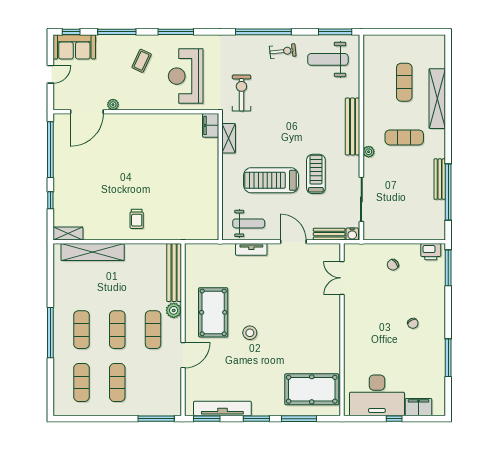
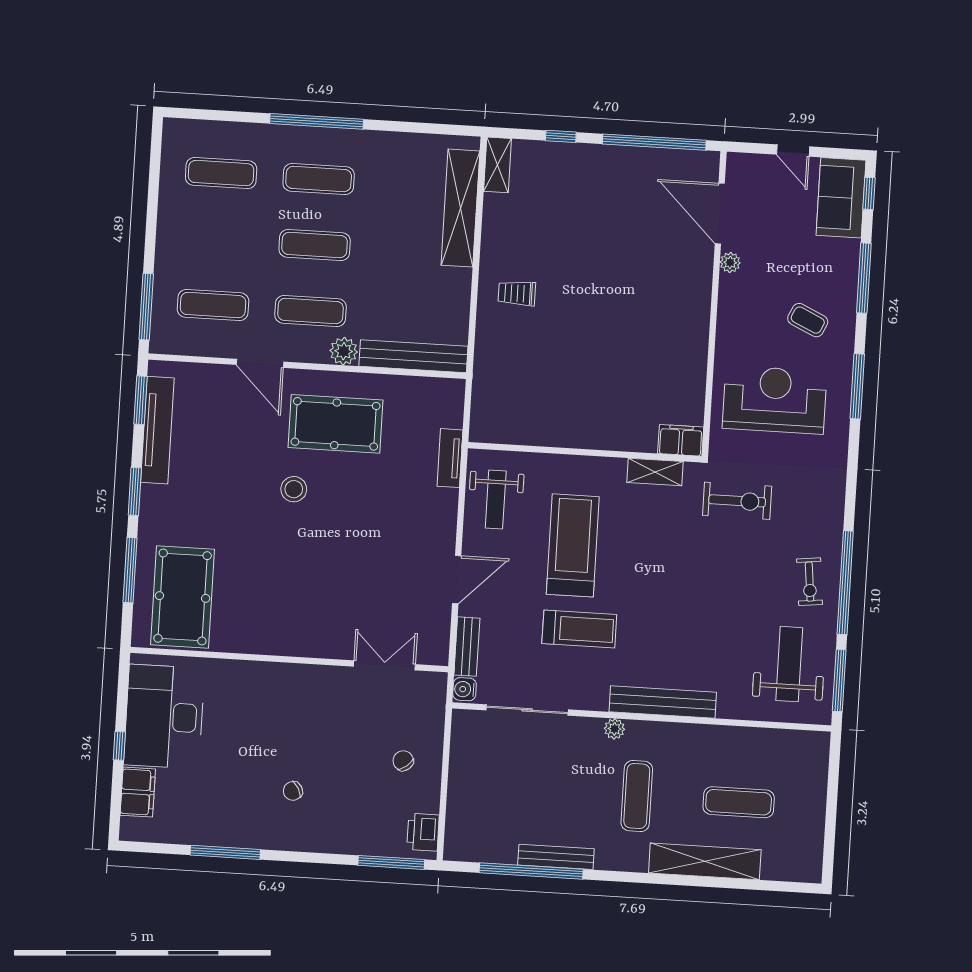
window: (263, 32) -> (845, 583), moved
tv unit: (251, 249) -> (450, 458), moved
exercise mat: (117, 382) -> (213, 305), moved

